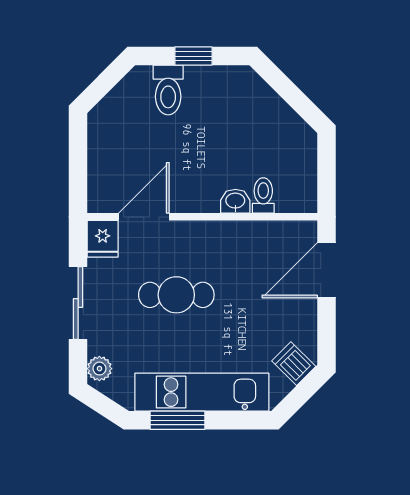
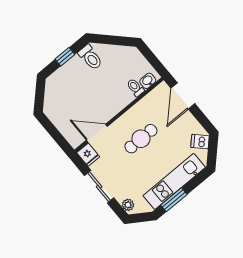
toilet: (168, 90) -> (90, 57), moved
washbasin: (235, 201) -> (148, 81), moved
door: (144, 217) -> (97, 133), hinge flipped
cafe table: (176, 295) -> (141, 139), moved

